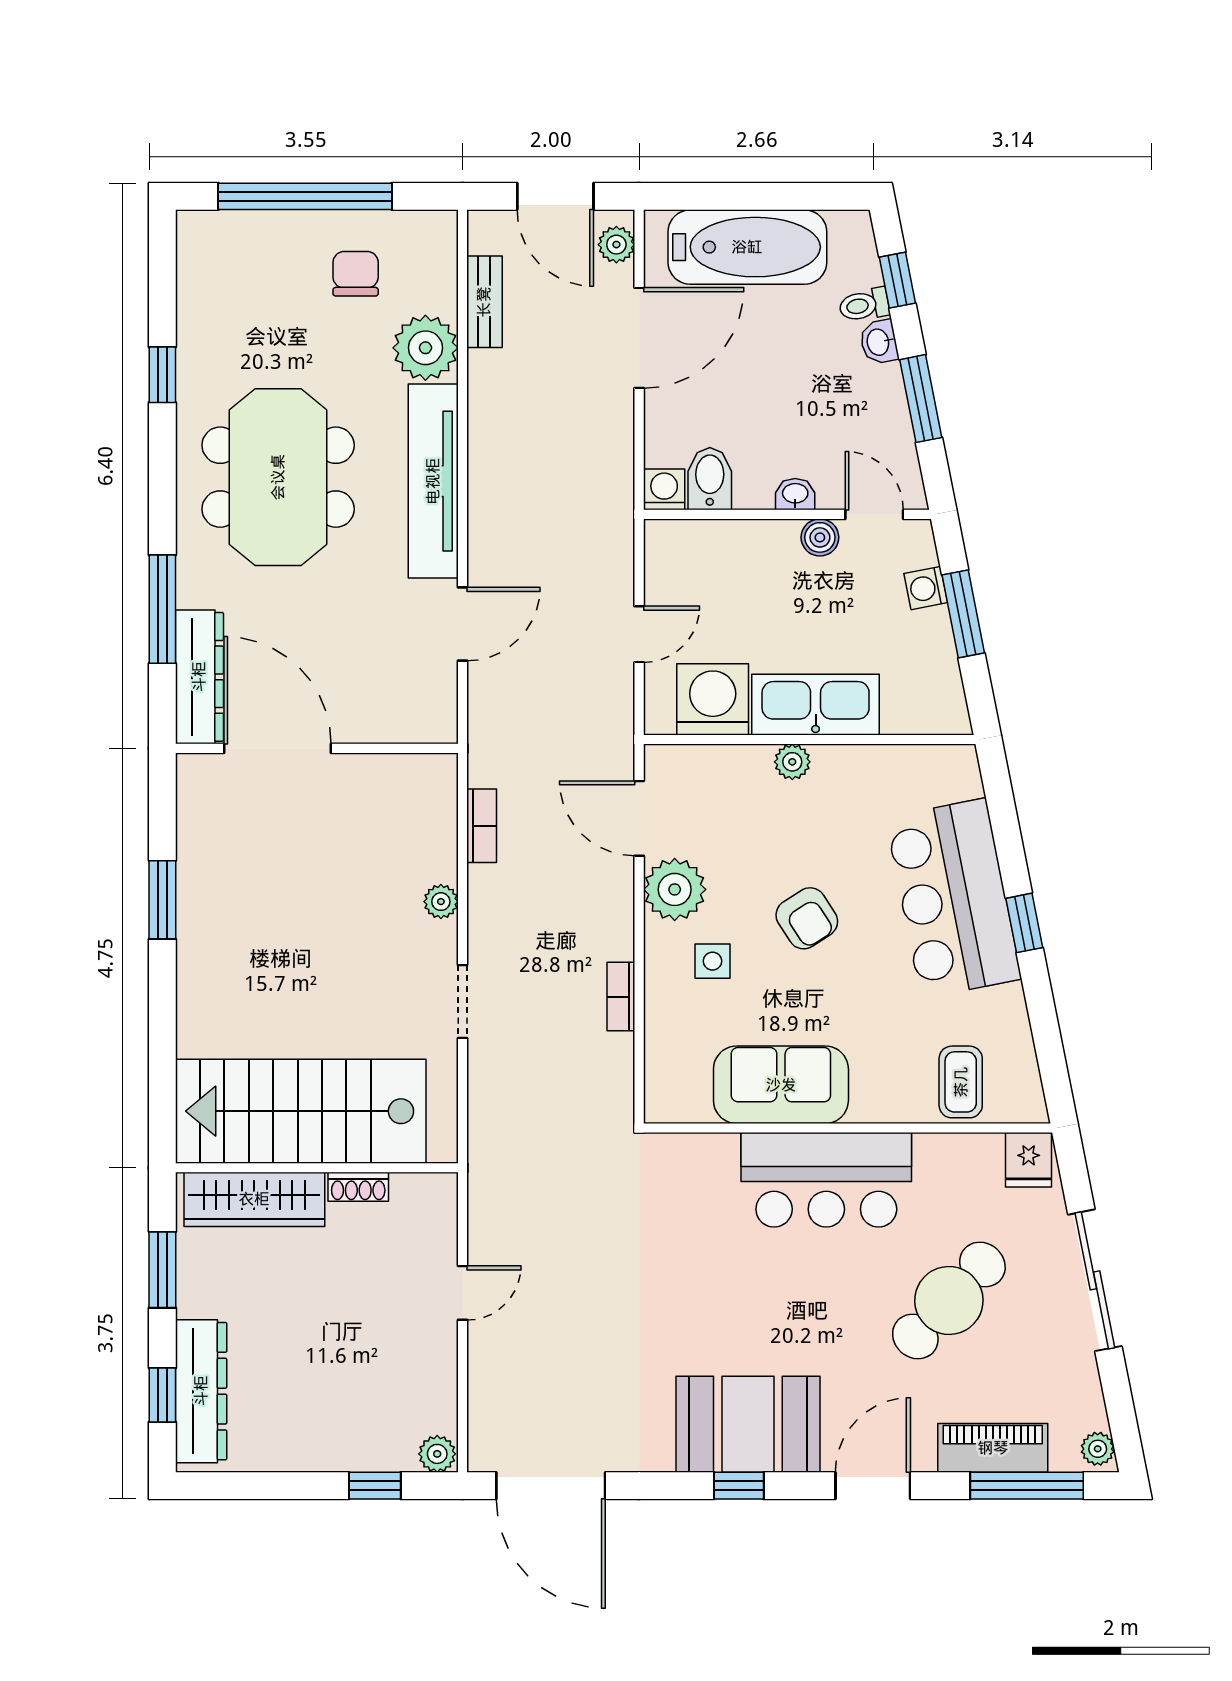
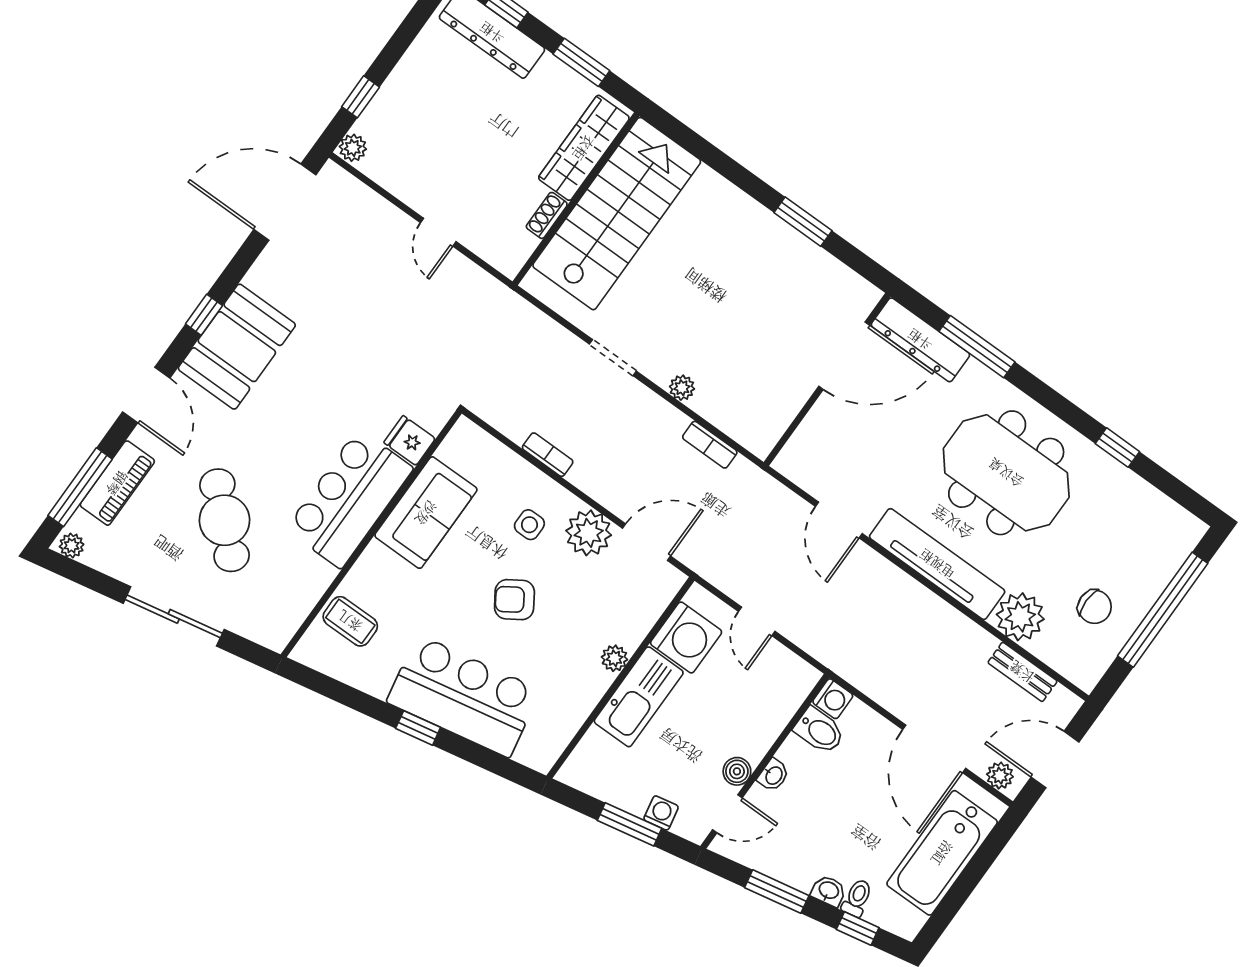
fridge: (1029, 1160) -> (410, 441), moved

